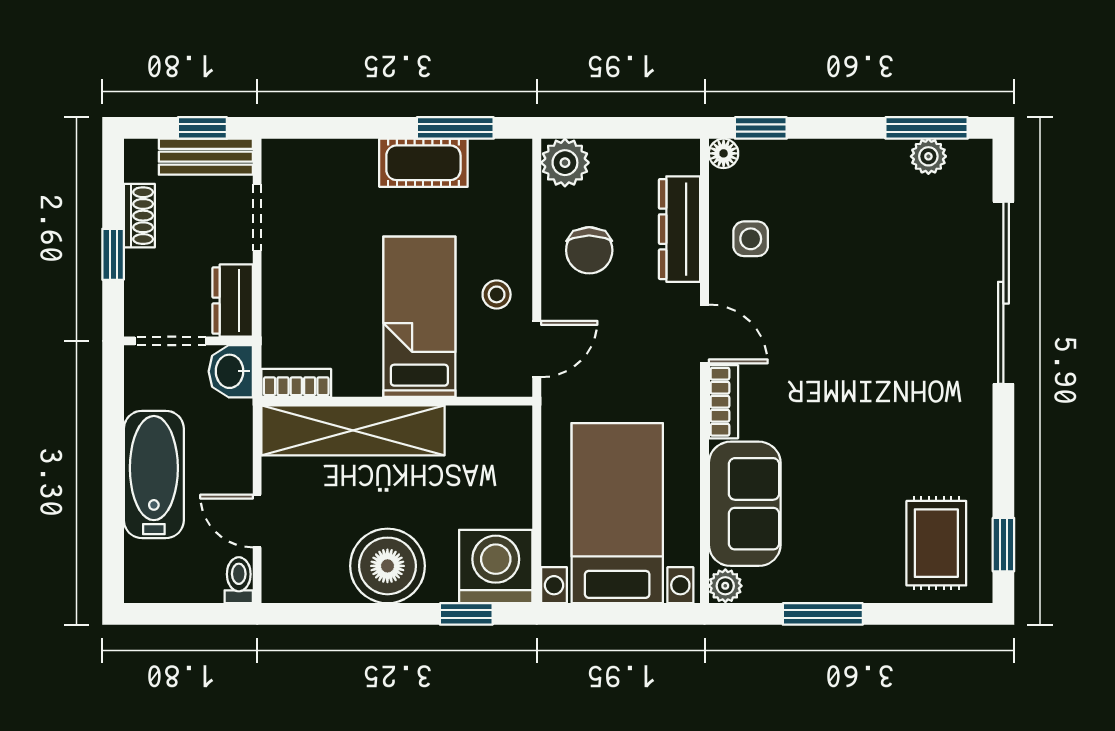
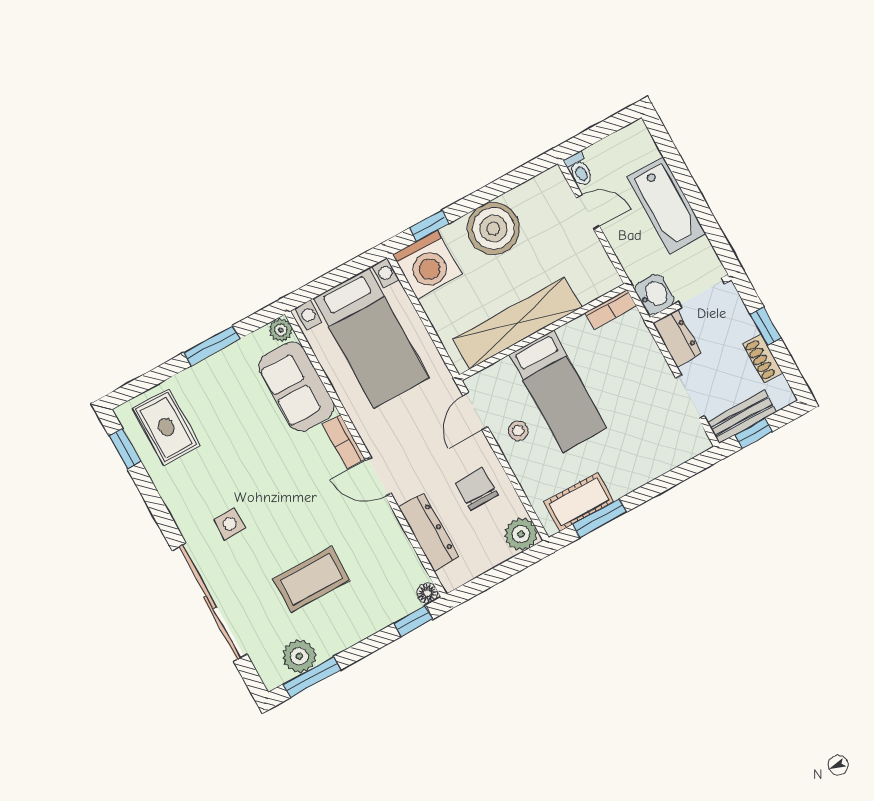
plant: (928, 156) -> (299, 656), width x1.38, depth x1.38
cot: (423, 163) -> (579, 502), moved
side table: (751, 239) -> (230, 524), moved
coffee table: (860, 251) -> (311, 580), added
shelving: (353, 430) -> (517, 323), moved

